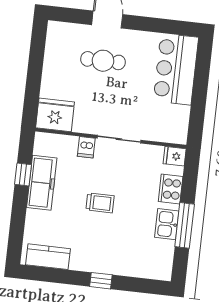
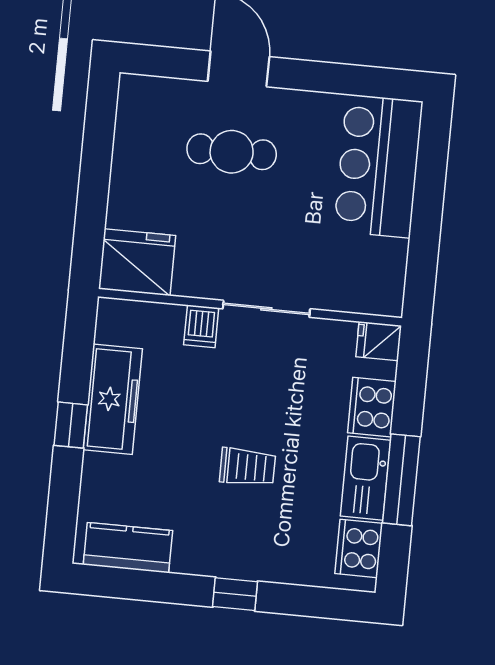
window: (23, 175) -> (71, 425), moved
trolley: (100, 203) -> (248, 467), moved
kitchen sink: (167, 224) -> (365, 478), width x1.38
cooker: (163, 259) -> (359, 548), added

